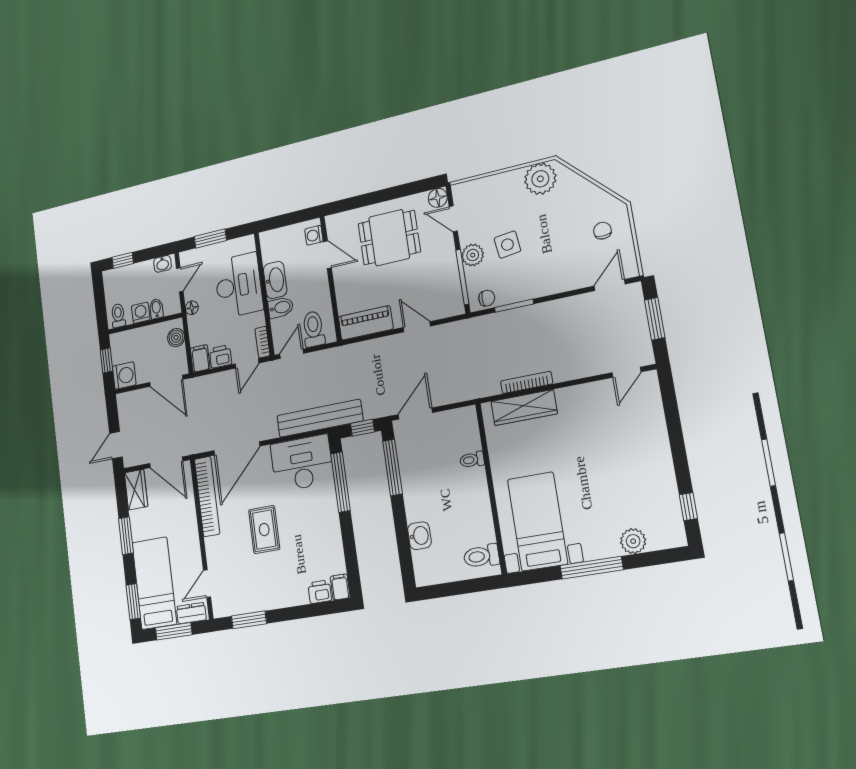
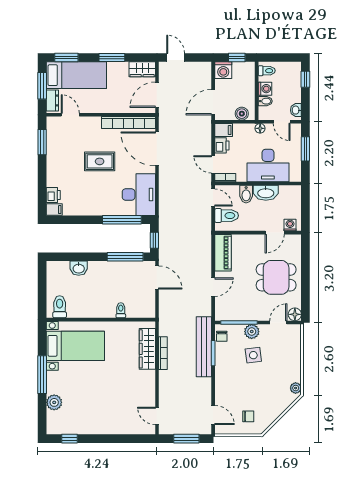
plant: (540, 179) -> (296, 388), width x0.53, depth x0.53
dining table: (389, 238) -> (276, 277), turned 90
bench: (320, 418) -> (204, 347), moved

